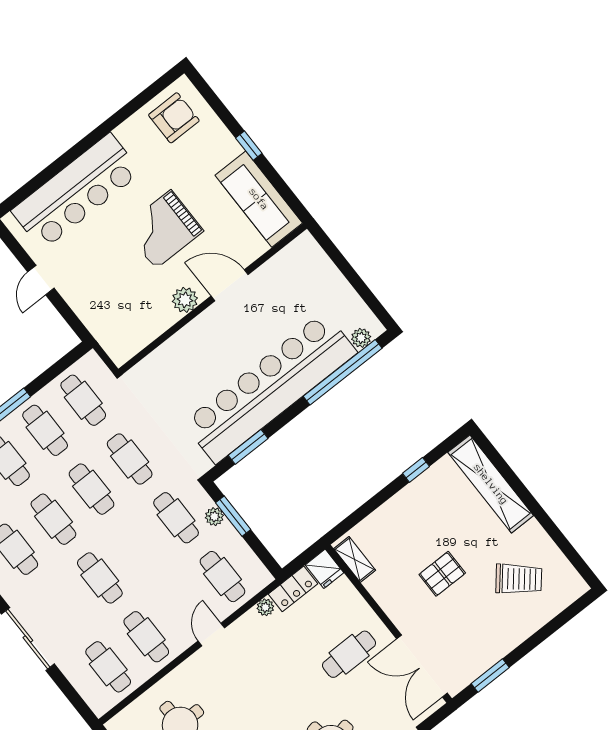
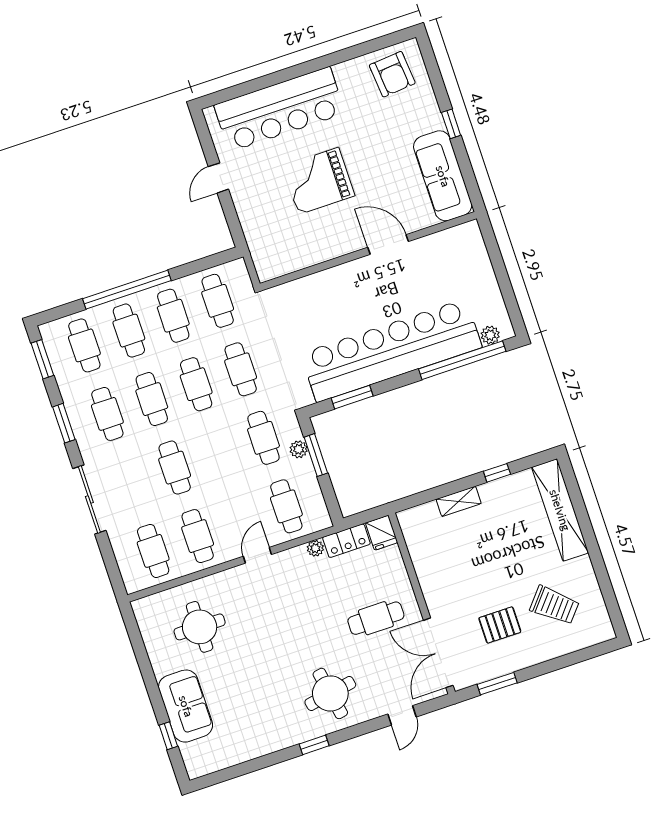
armchair: (174, 118) -> (392, 74), turned 85
grand piano: (163, 229) -> (319, 181), moved
plant: (185, 300) -> (343, 243), removed
shelving: (355, 559) -> (459, 501), moved, turned 90
pallet: (442, 574) -> (500, 625), moved

